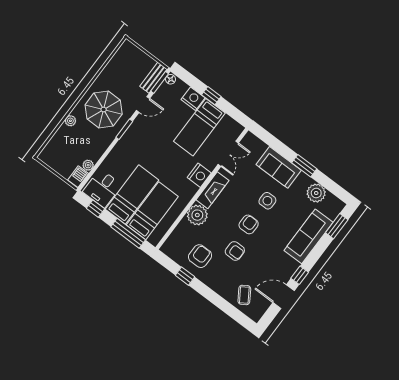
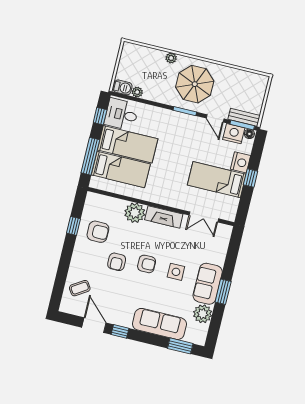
sofa: (279, 167) -> (208, 284), moved
nightstand: (199, 175) -> (234, 134), moved, turned 180

